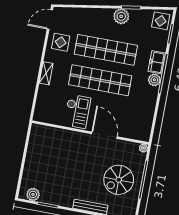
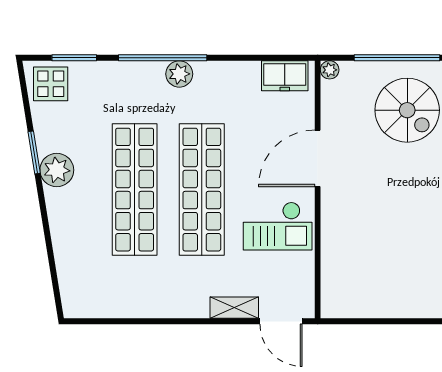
door: (50, 19) -> (281, 321), moved
display table: (61, 42) -> (136, 289), removed
freezer: (157, 62) -> (285, 76), moved
shelving: (46, 73) -> (234, 308), moved
checkout: (77, 111) -> (278, 226), turned 180

